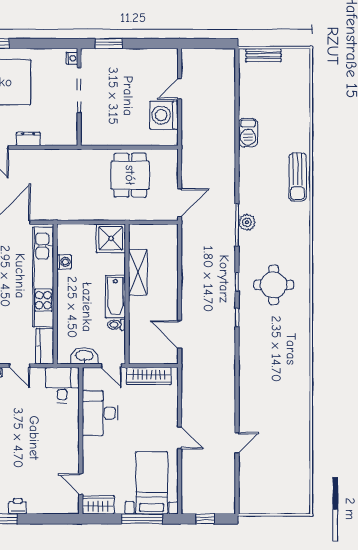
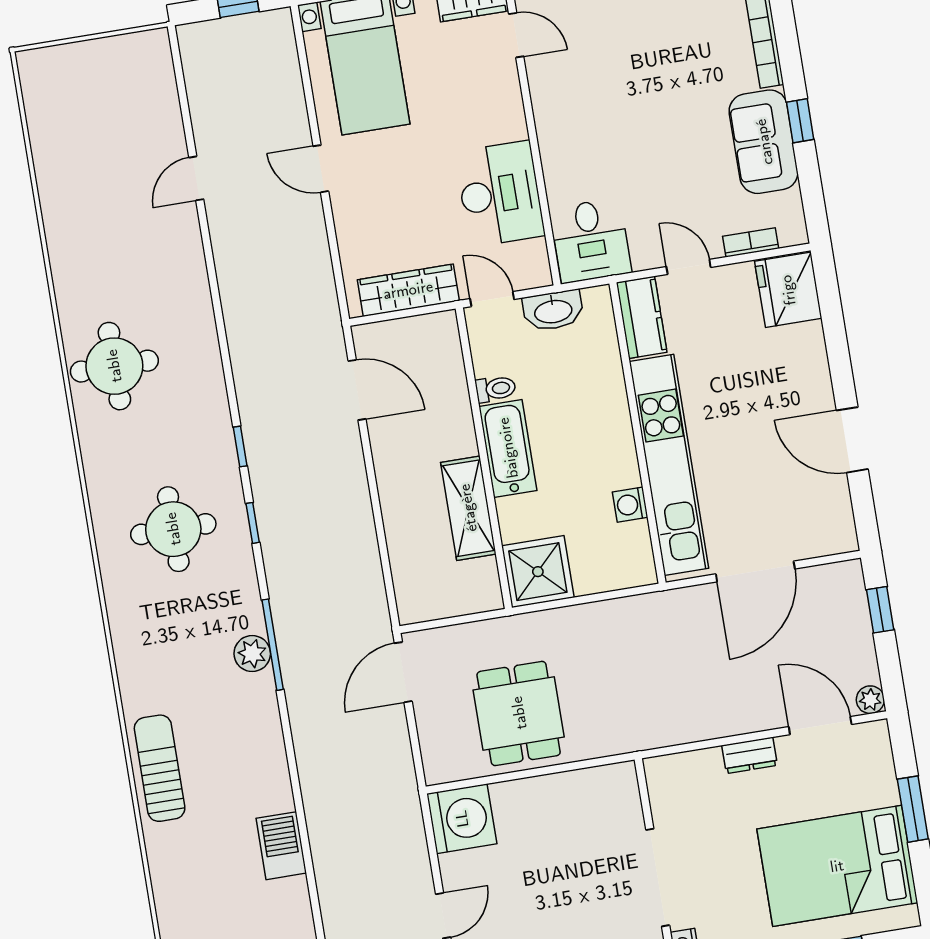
washing machine: (164, 115) -> (462, 819), moved
round table: (288, 363) -> (114, 366), added

